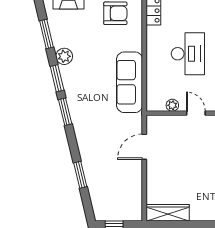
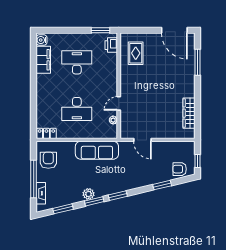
desk: (188, 54) -> (77, 109), turned 180
plant: (64, 56) -> (88, 194), moved
armchair: (103, 199) -> (180, 169), added
wardrobe: (168, 213) -> (189, 113), moved

